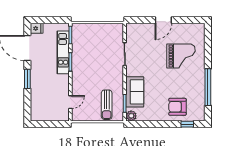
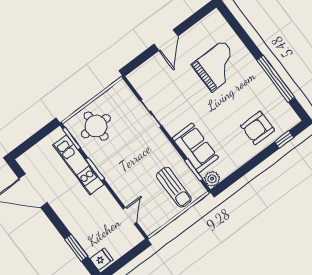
fridge: (37, 28) -> (101, 259), moved
round table: (89, 38) -> (96, 126), added
window: (27, 79) -> (76, 248), moved

